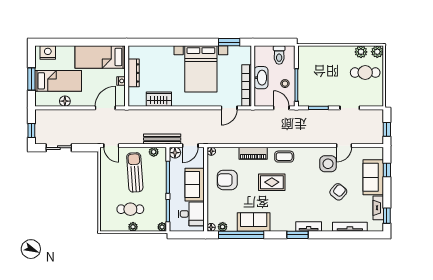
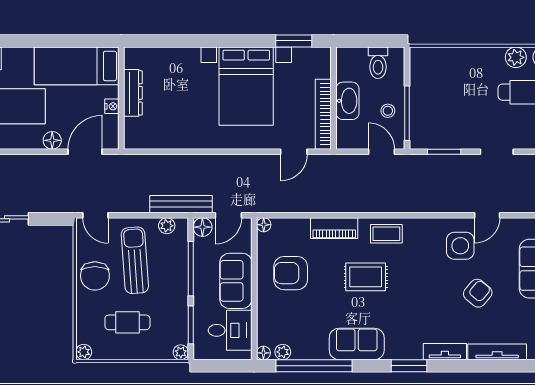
wardrobe: (159, 99) -> (176, 137), removed
floor lamp: (65, 101) -> (52, 140), moved
chair: (111, 182) -> (95, 276), added
sofa: (254, 222) -> (357, 344), moved
plant: (133, 227) -> (84, 352), moved
tv unit: (309, 227) -> (445, 352), moved

